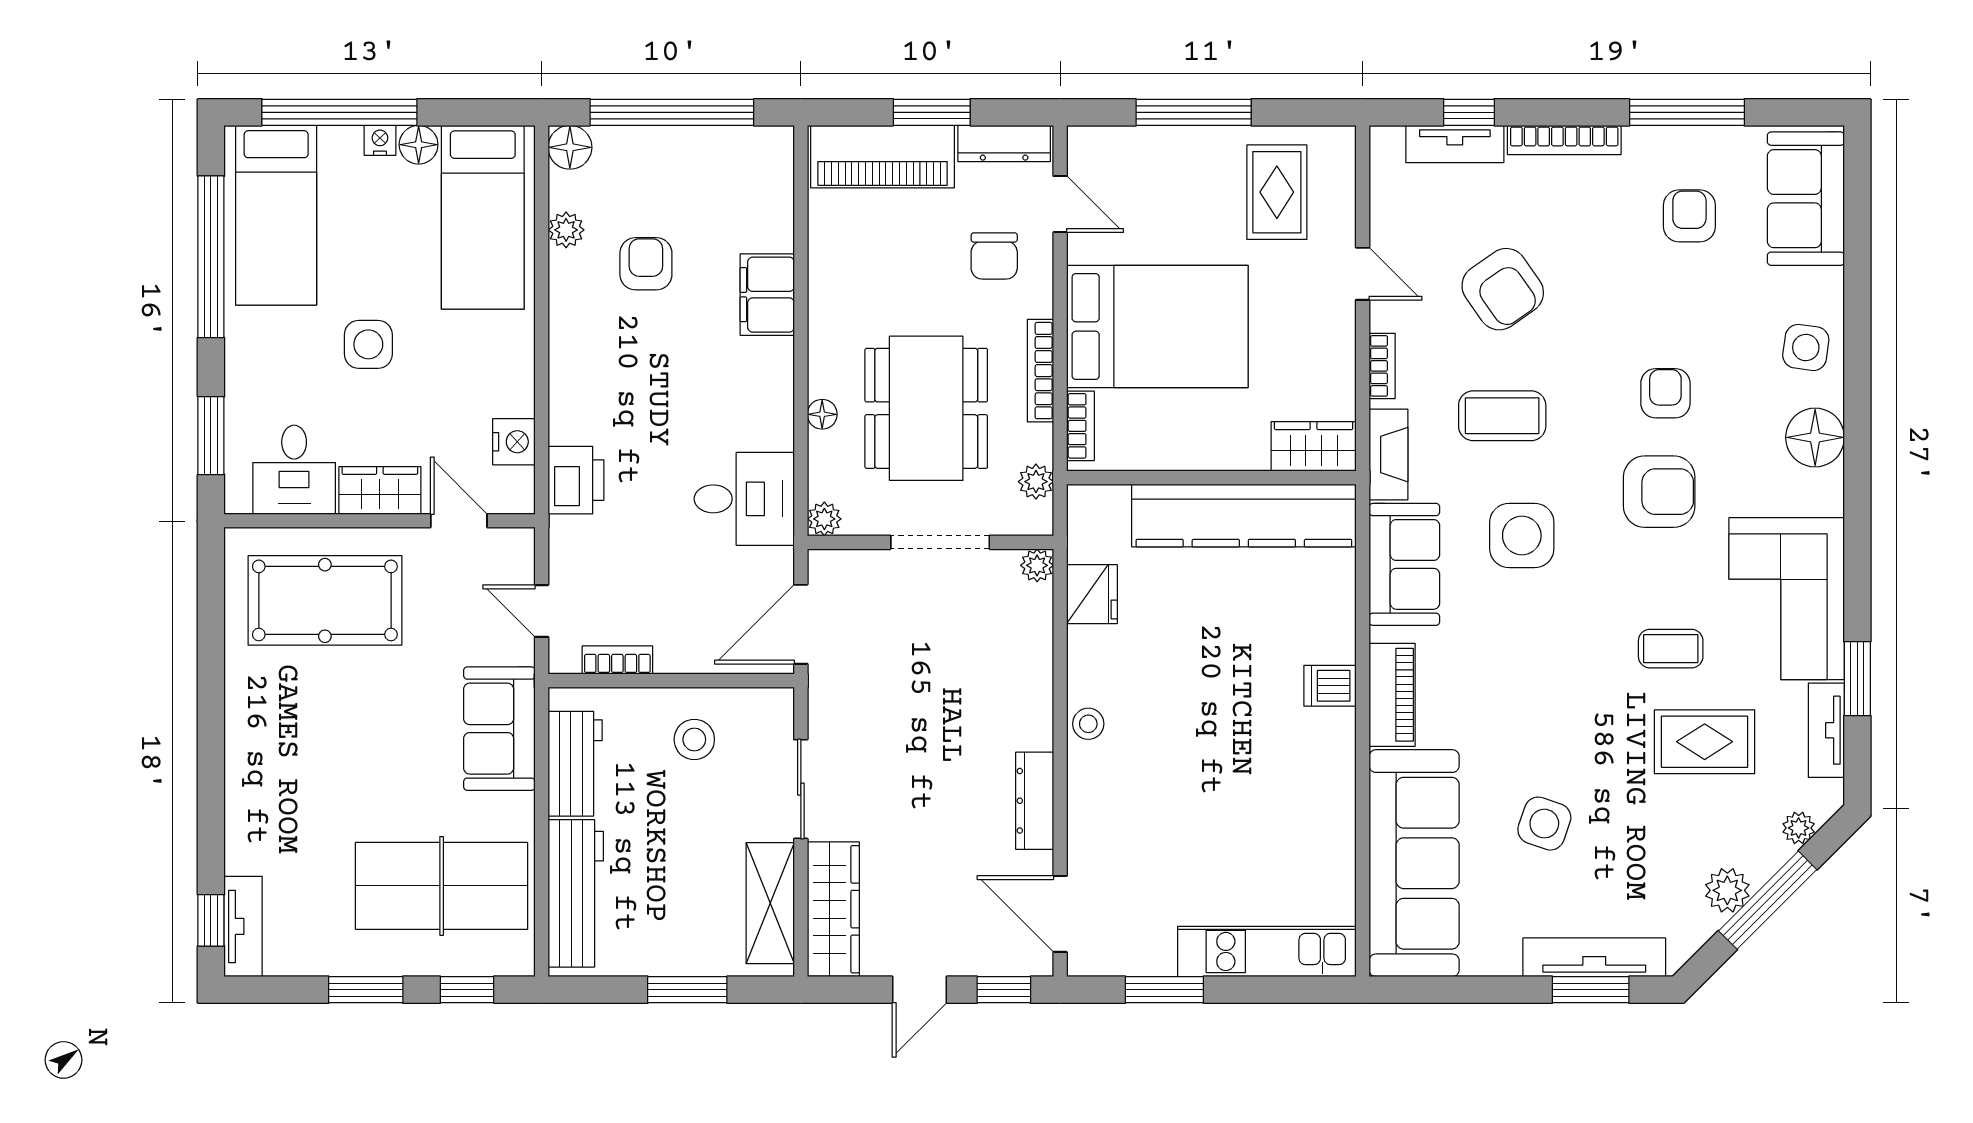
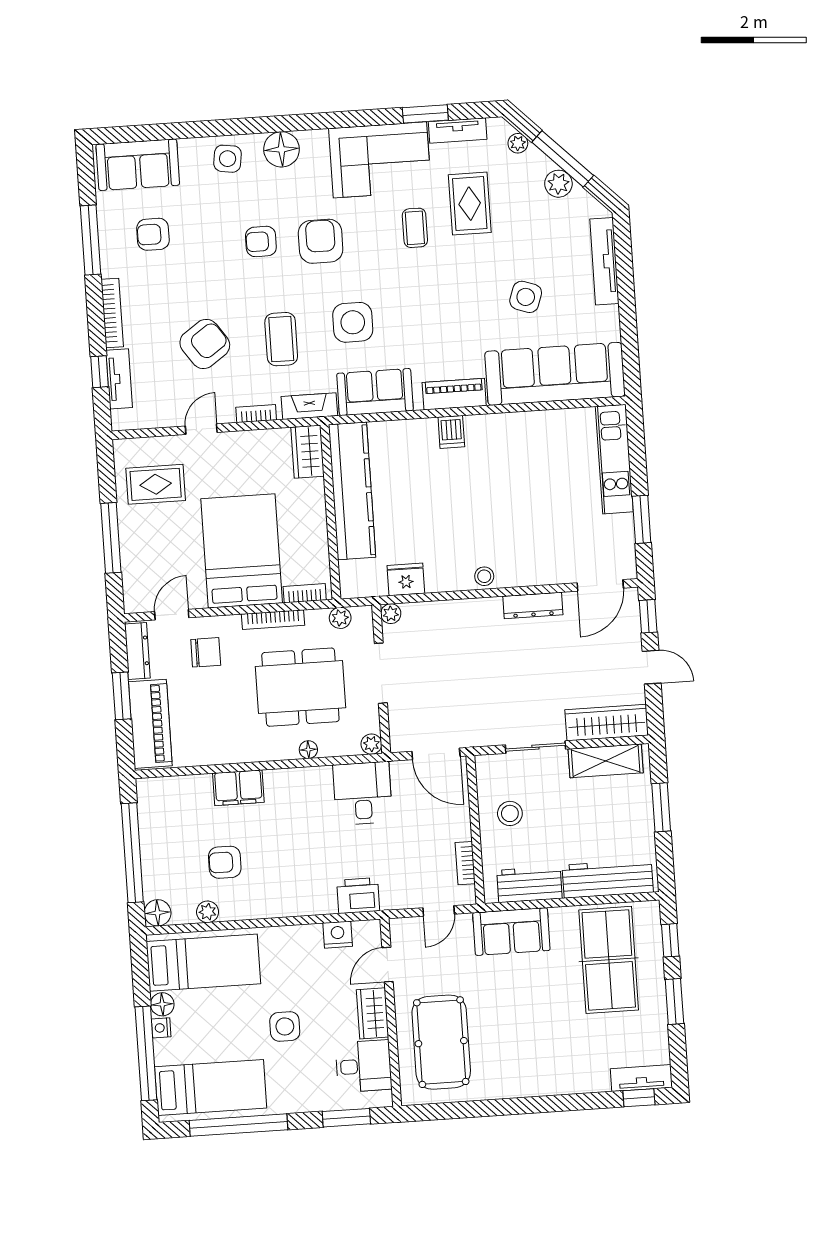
window: (1591, 990) -> (624, 262), removed

